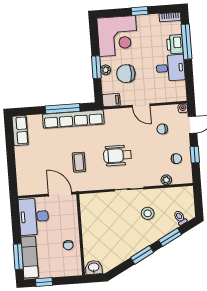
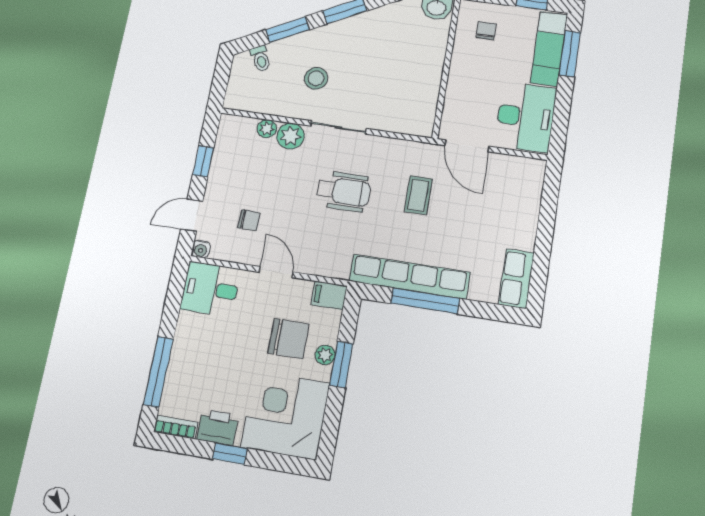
printer: (175, 44) -> (218, 427), moved, turned -90
desk: (171, 68) -> (210, 289), moved
chair: (176, 159) -> (238, 162), removed
plant: (153, 179) -> (291, 136), added
chair: (68, 245) -> (486, 31), moved

